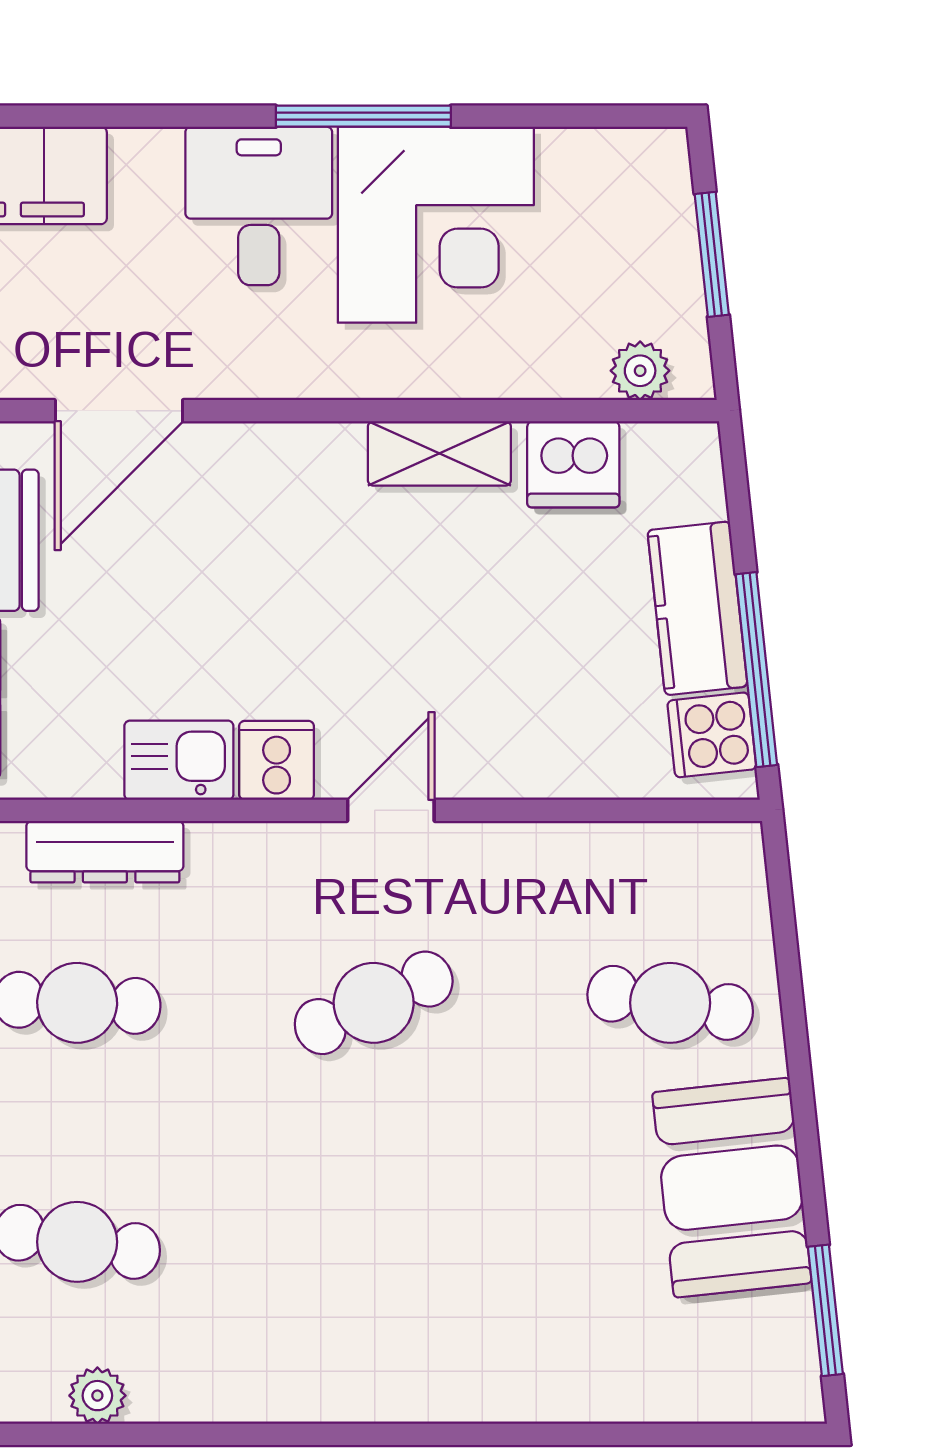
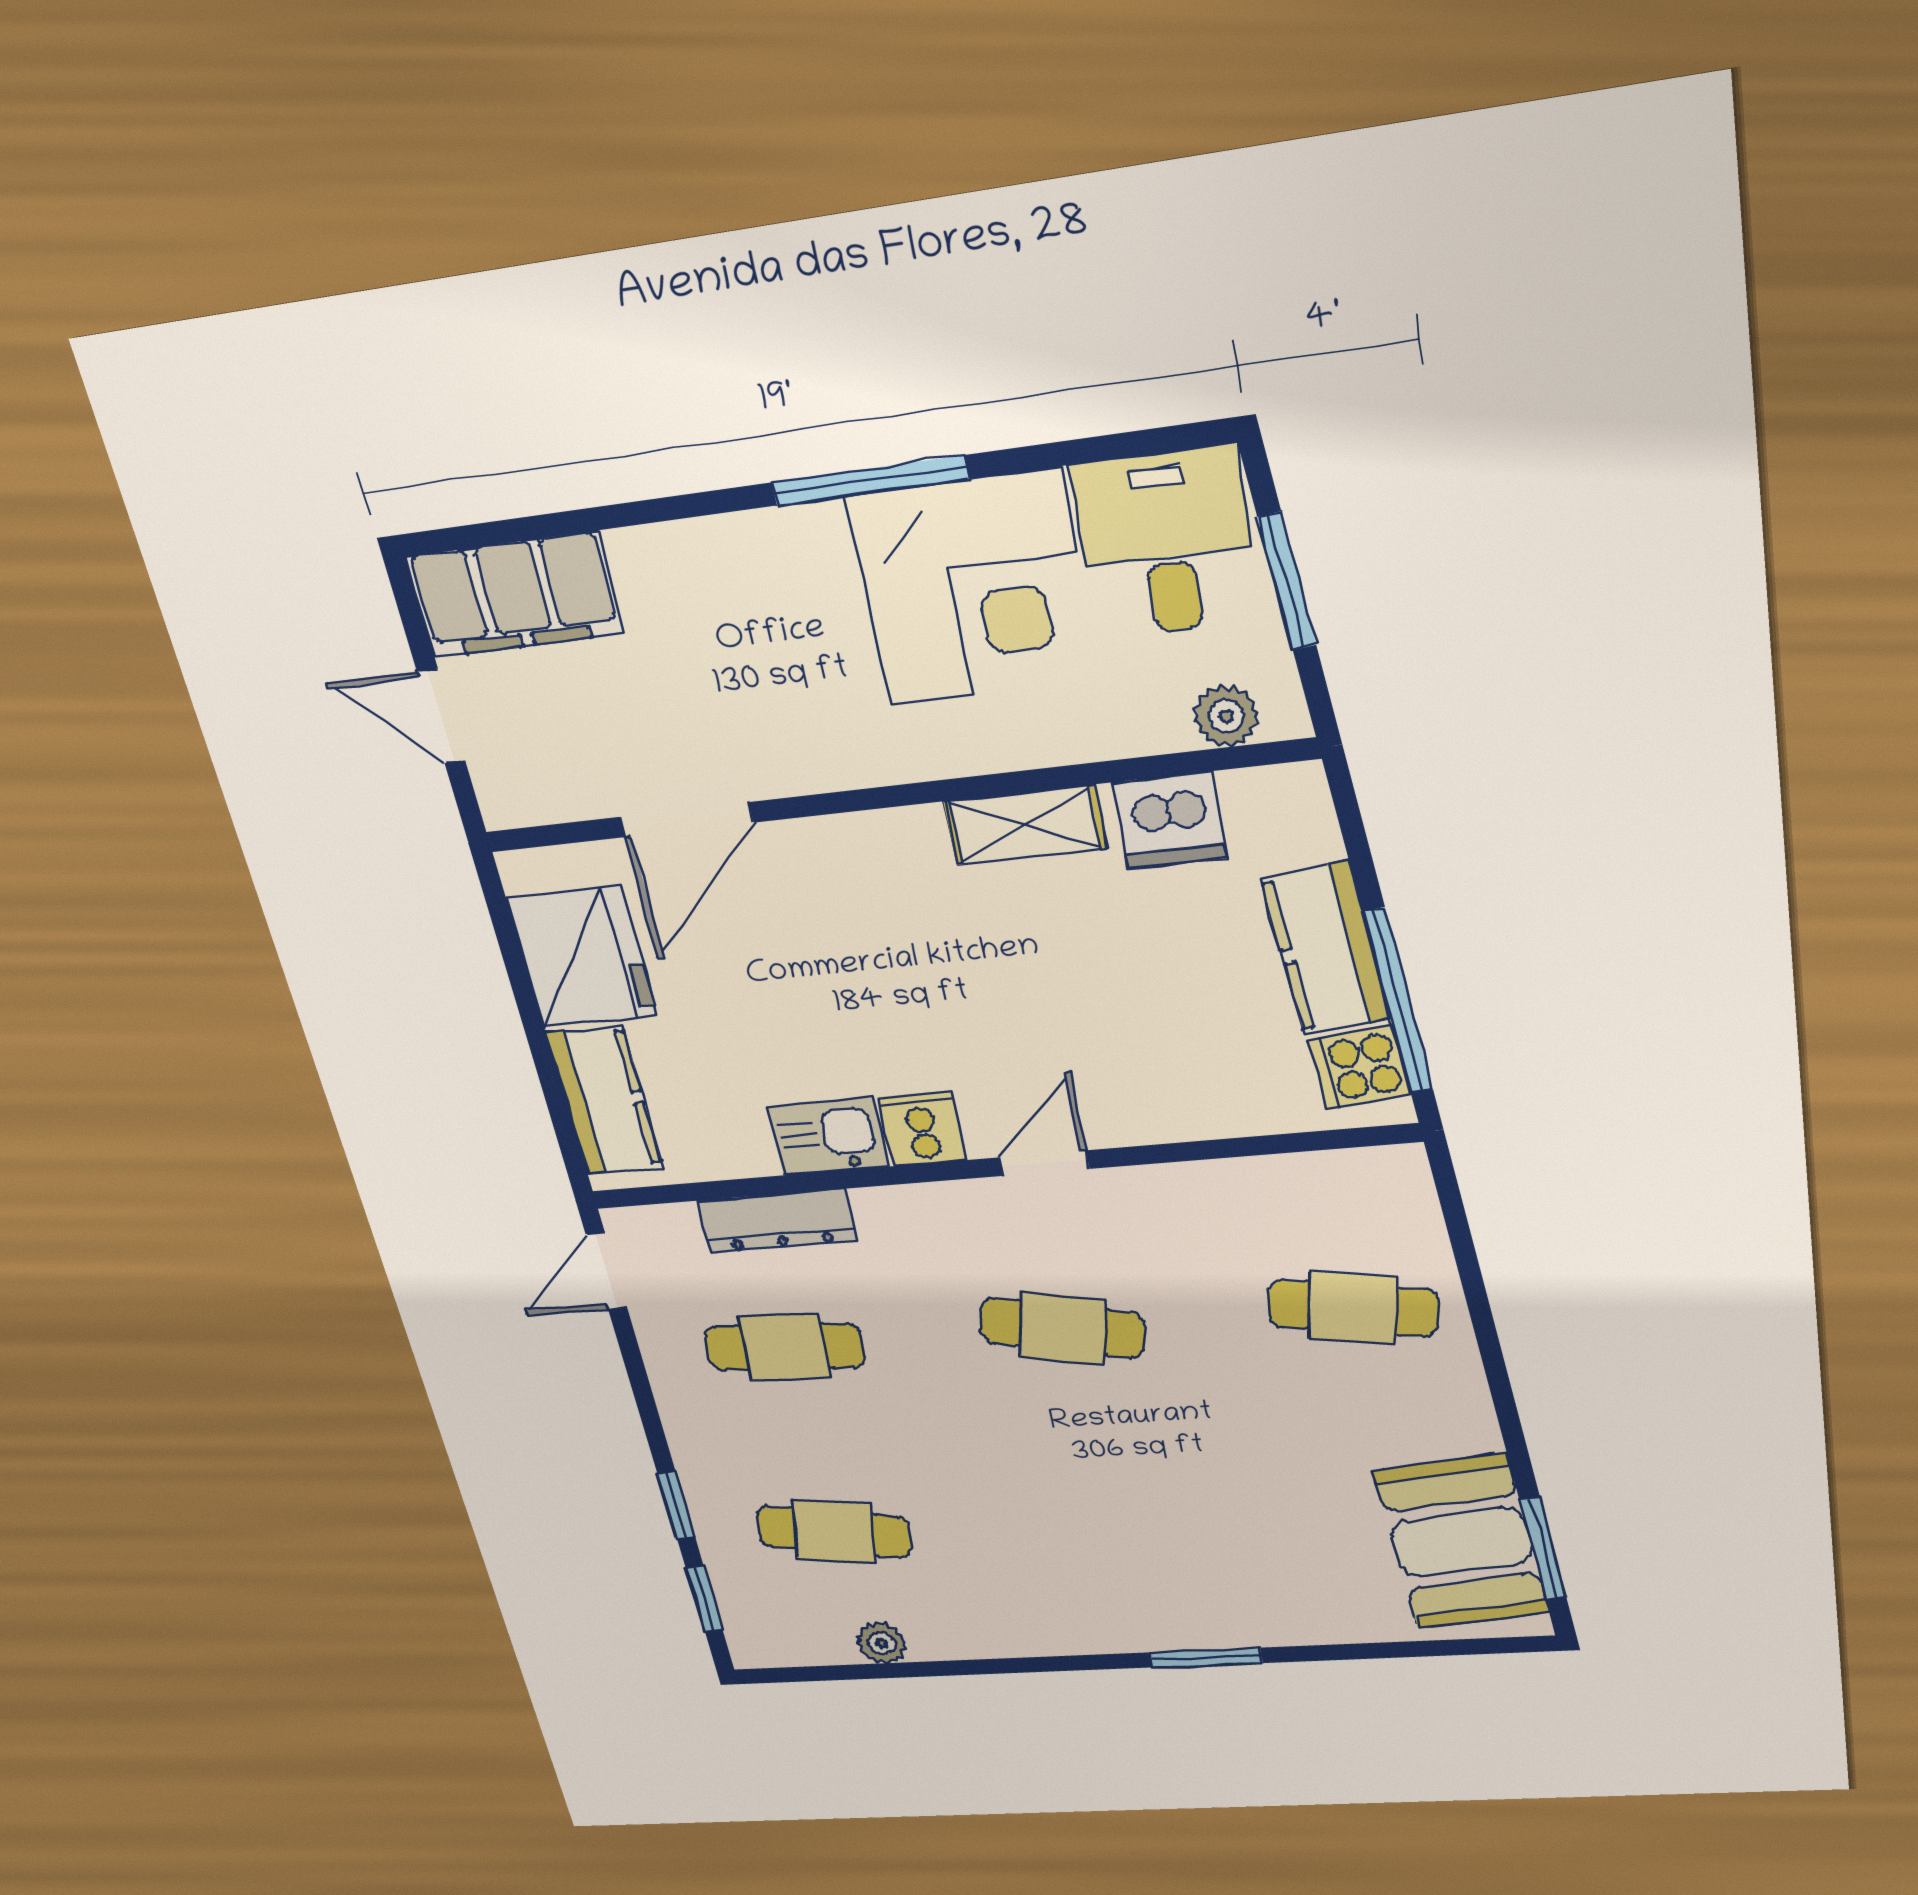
desk: (259, 206) -> (1166, 543), moved
cafe table: (374, 1003) -> (1062, 1328), turned 36
booth: (732, 1188) -> (1461, 1542), moved
window: (454, 1434) -> (1206, 1658), added

